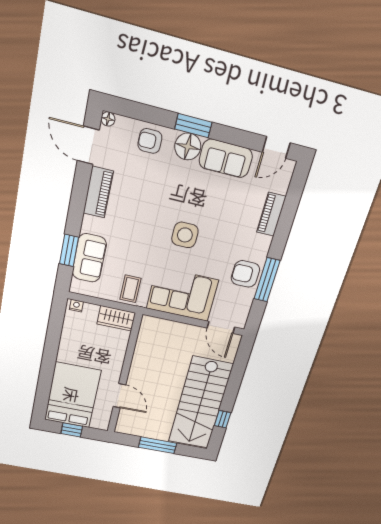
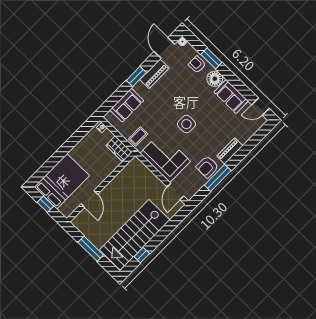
window: (193, 126) -> (211, 58), moved
piano: (271, 214) -> (230, 151), moved
window: (69, 250) -> (136, 76), moved
armchair: (245, 274) -> (207, 167), turned -90

